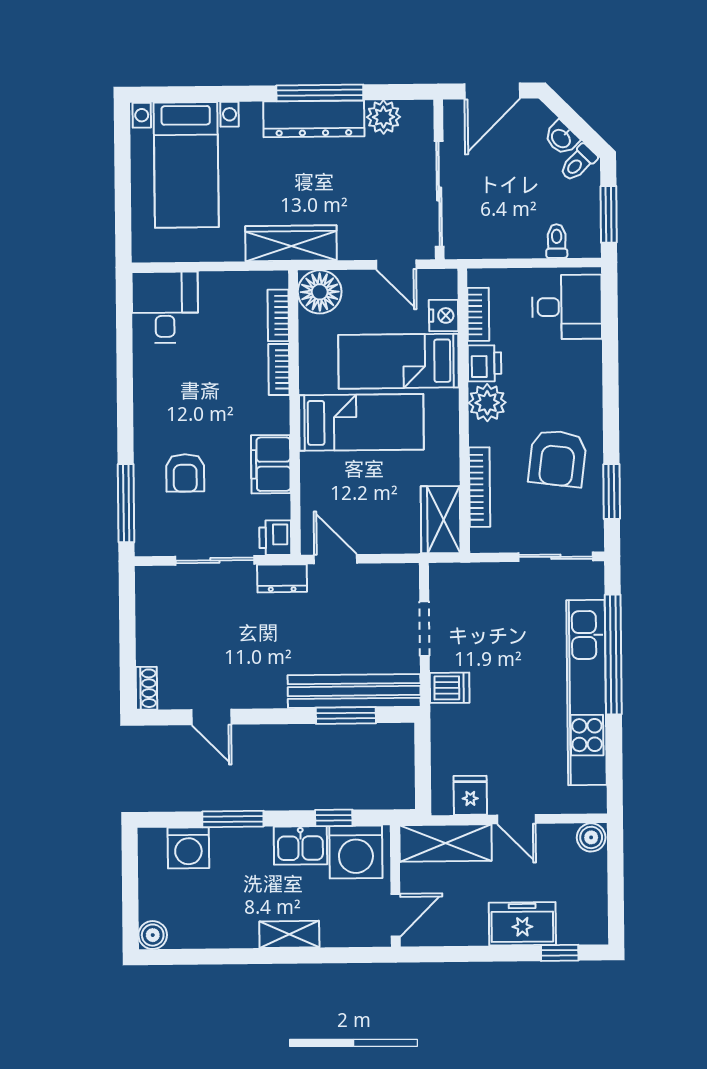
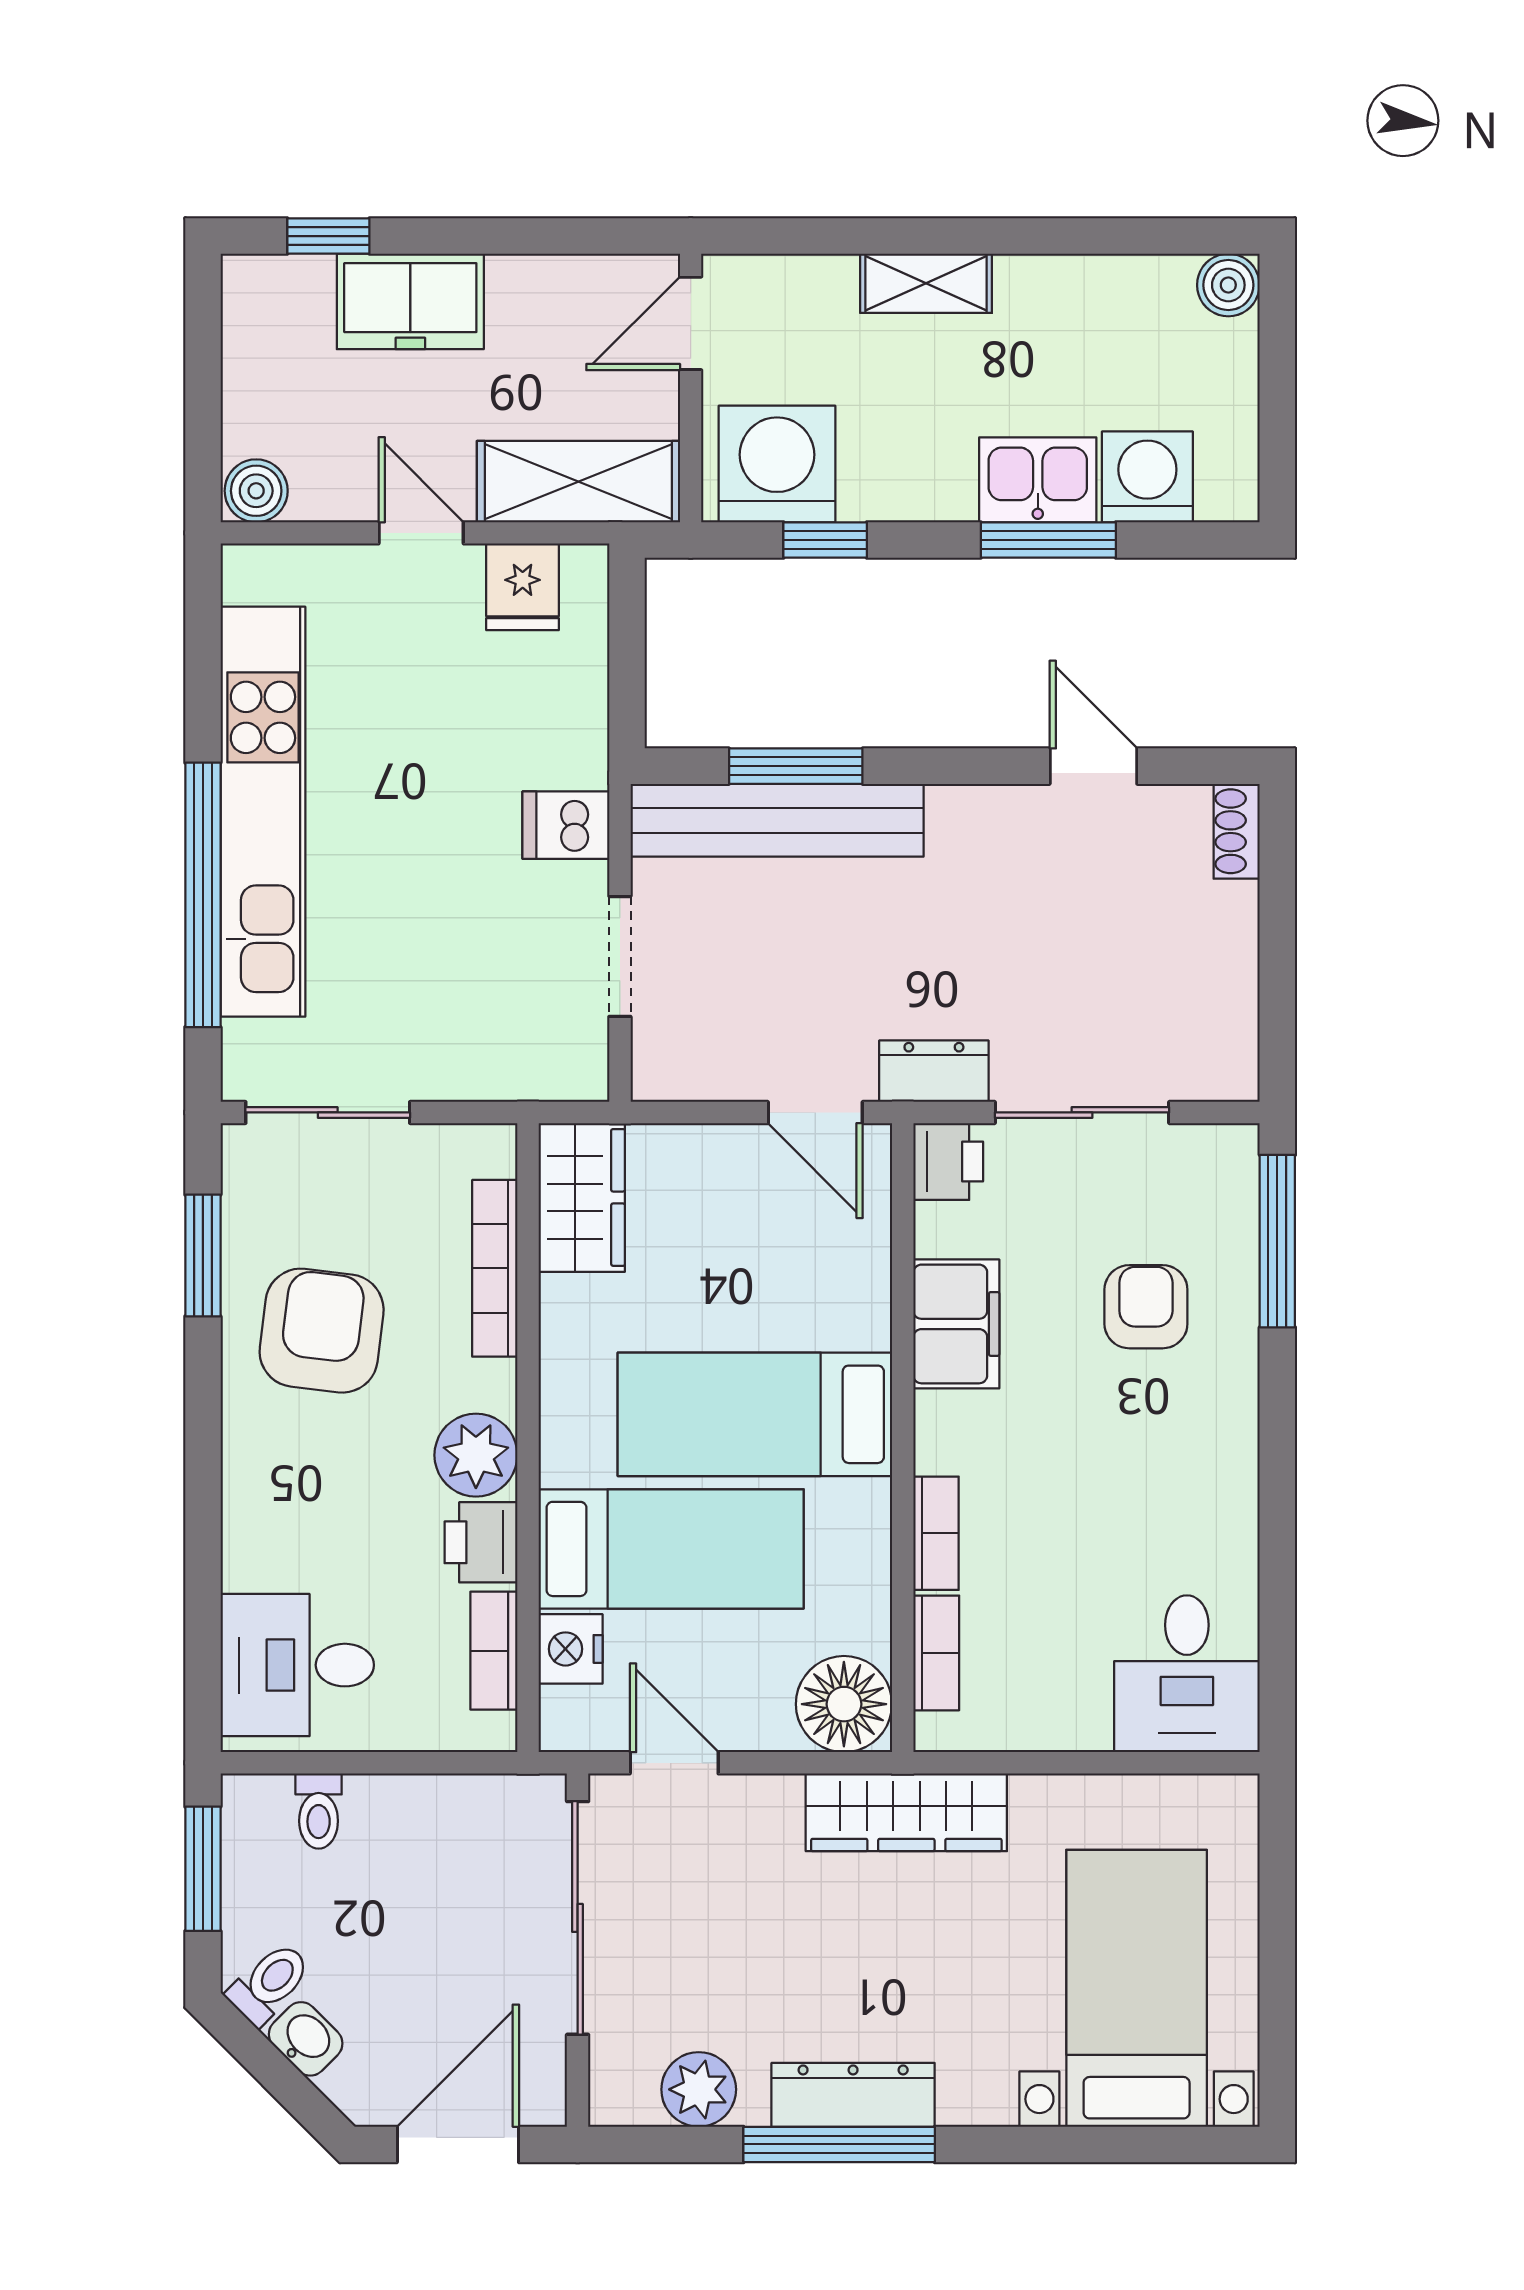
dresser: (314, 119) -> (853, 2095), width x0.73, depth x0.80
kitchen sink: (300, 845) -> (1038, 480), moved

